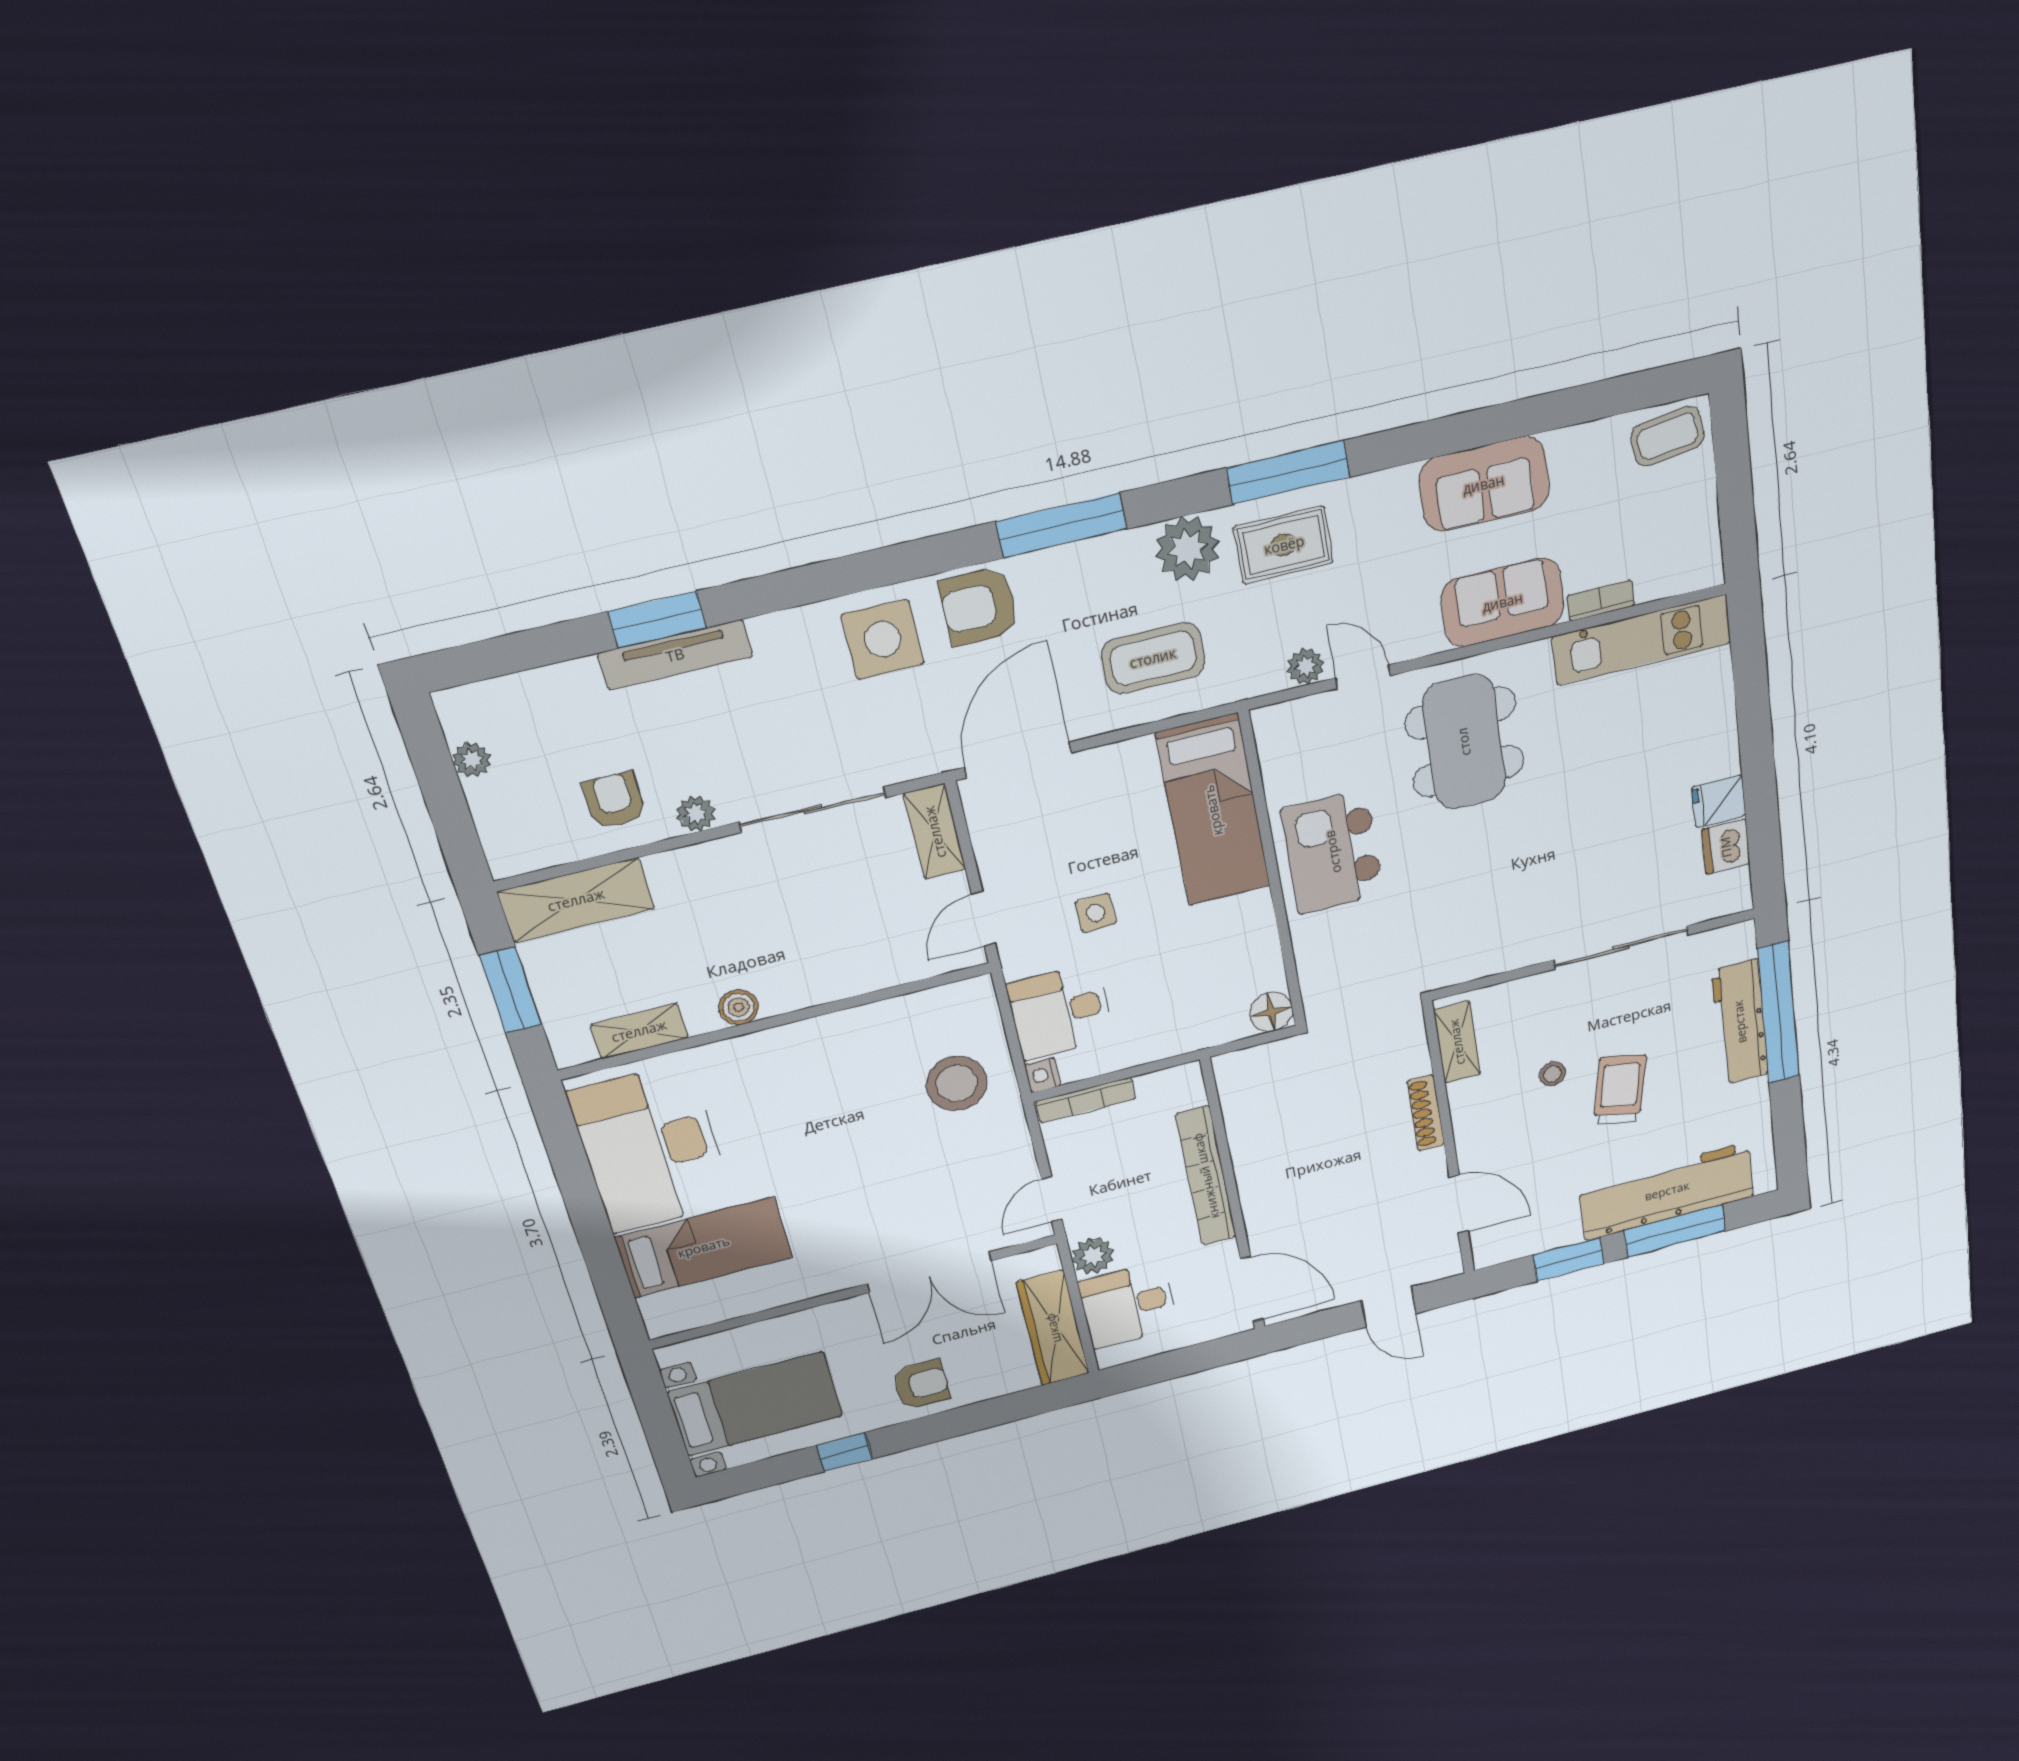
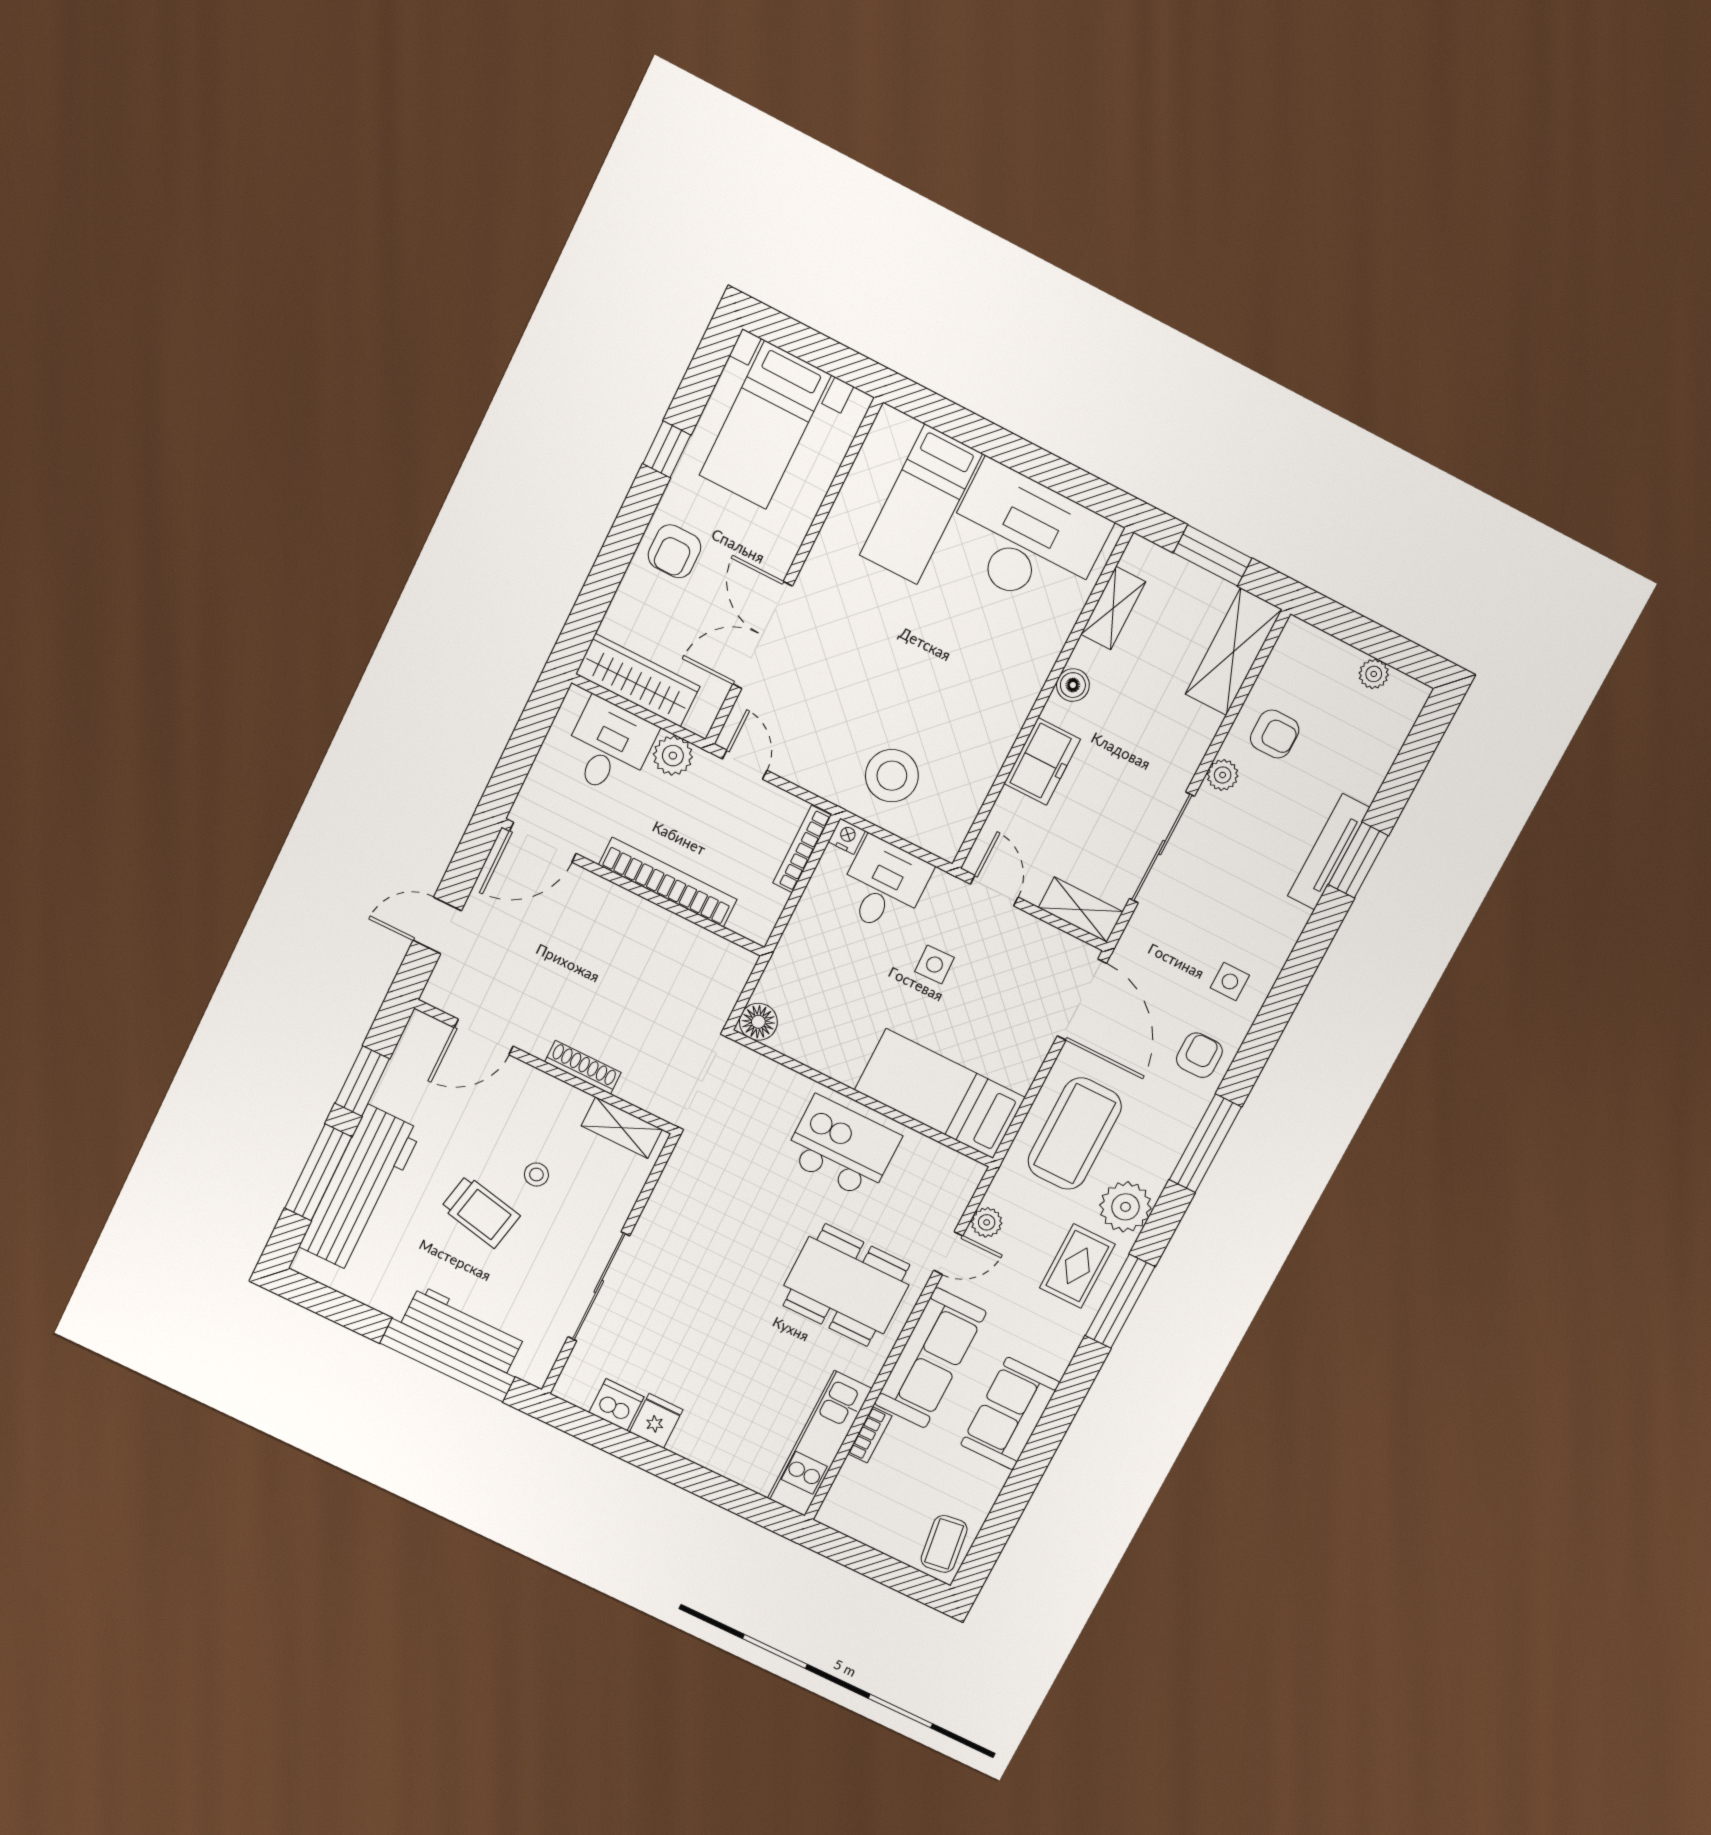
sofa: (1503, 602) -> (930, 1358), width x1.36
armchair: (979, 606) -> (1199, 1055), width x0.72, depth x0.72
side table: (883, 639) -> (1230, 981), width x0.54, depth x0.54
coffee table: (1153, 658) -> (1075, 1134), width x1.36, depth x1.32
freezer: (830, 976) -> (1042, 761), added

